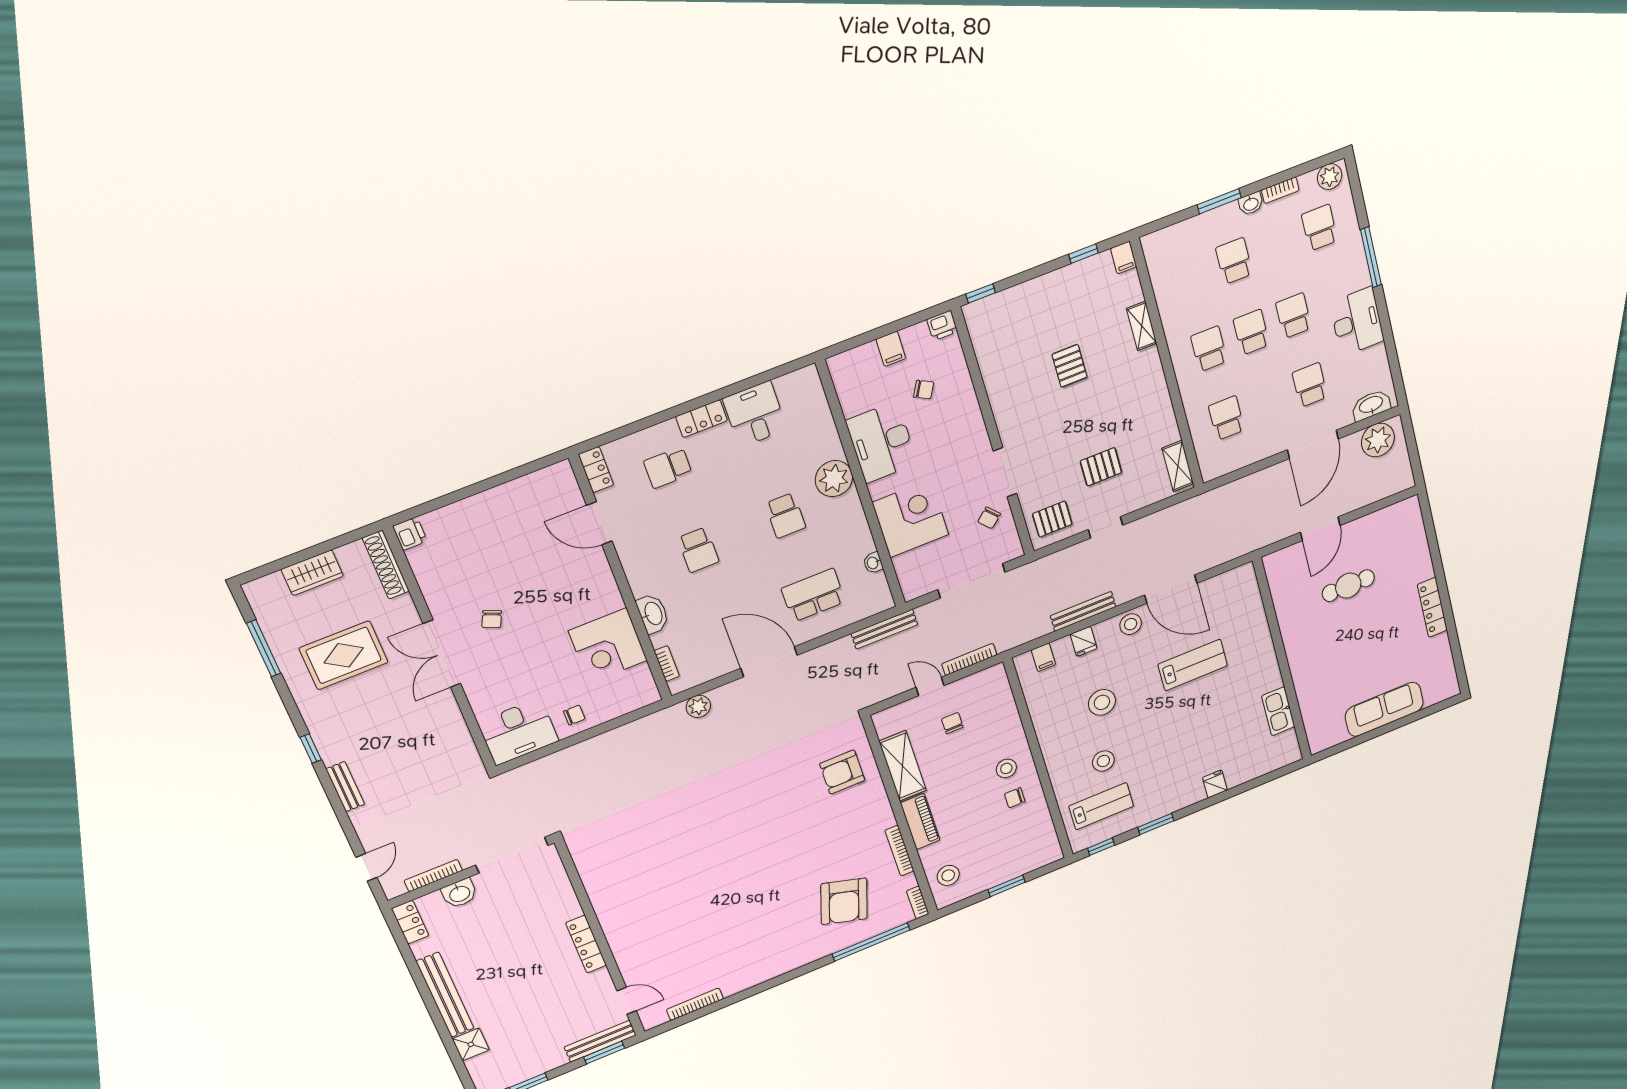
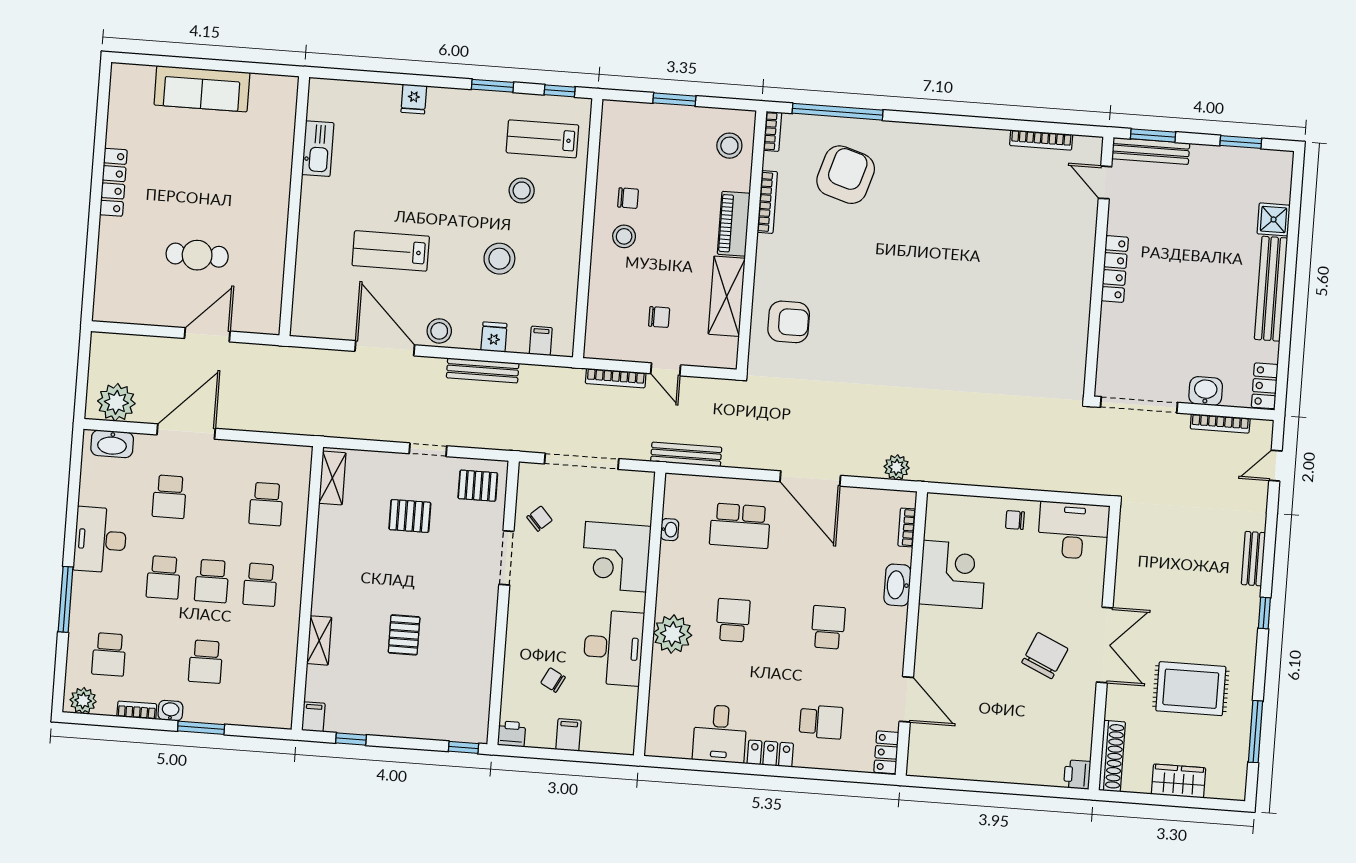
chair: (492, 619) -> (1045, 656), width x1.87, depth x1.87
chair: (952, 723) -> (659, 317), turned -90

